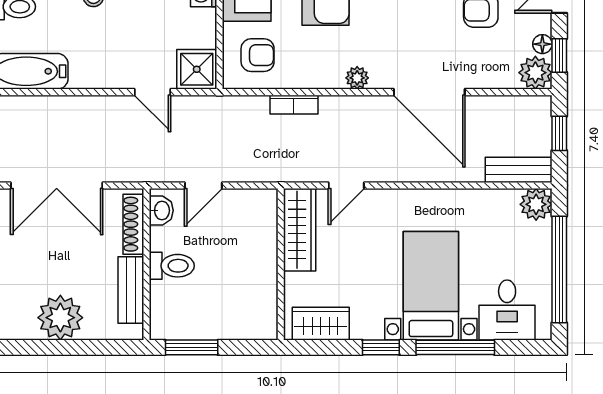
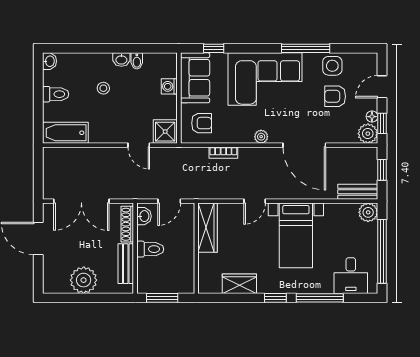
wardrobe: (300, 230) -> (208, 228), moved
wall: (281, 264) -> (196, 248), moved
bed with nightstands: (431, 286) -> (296, 235), moved, turned 180

